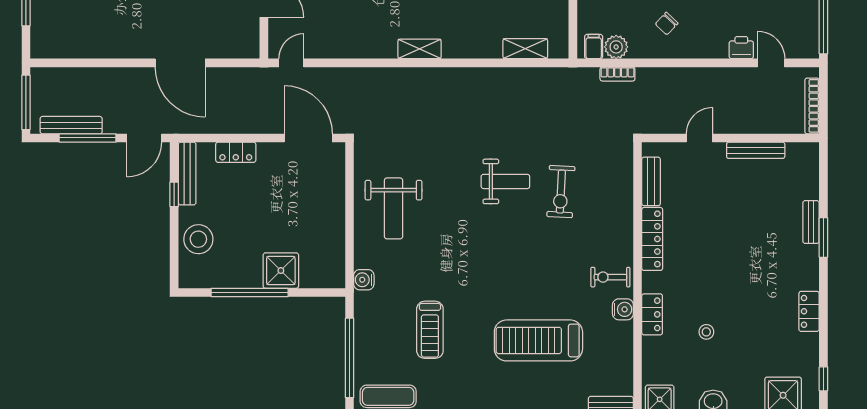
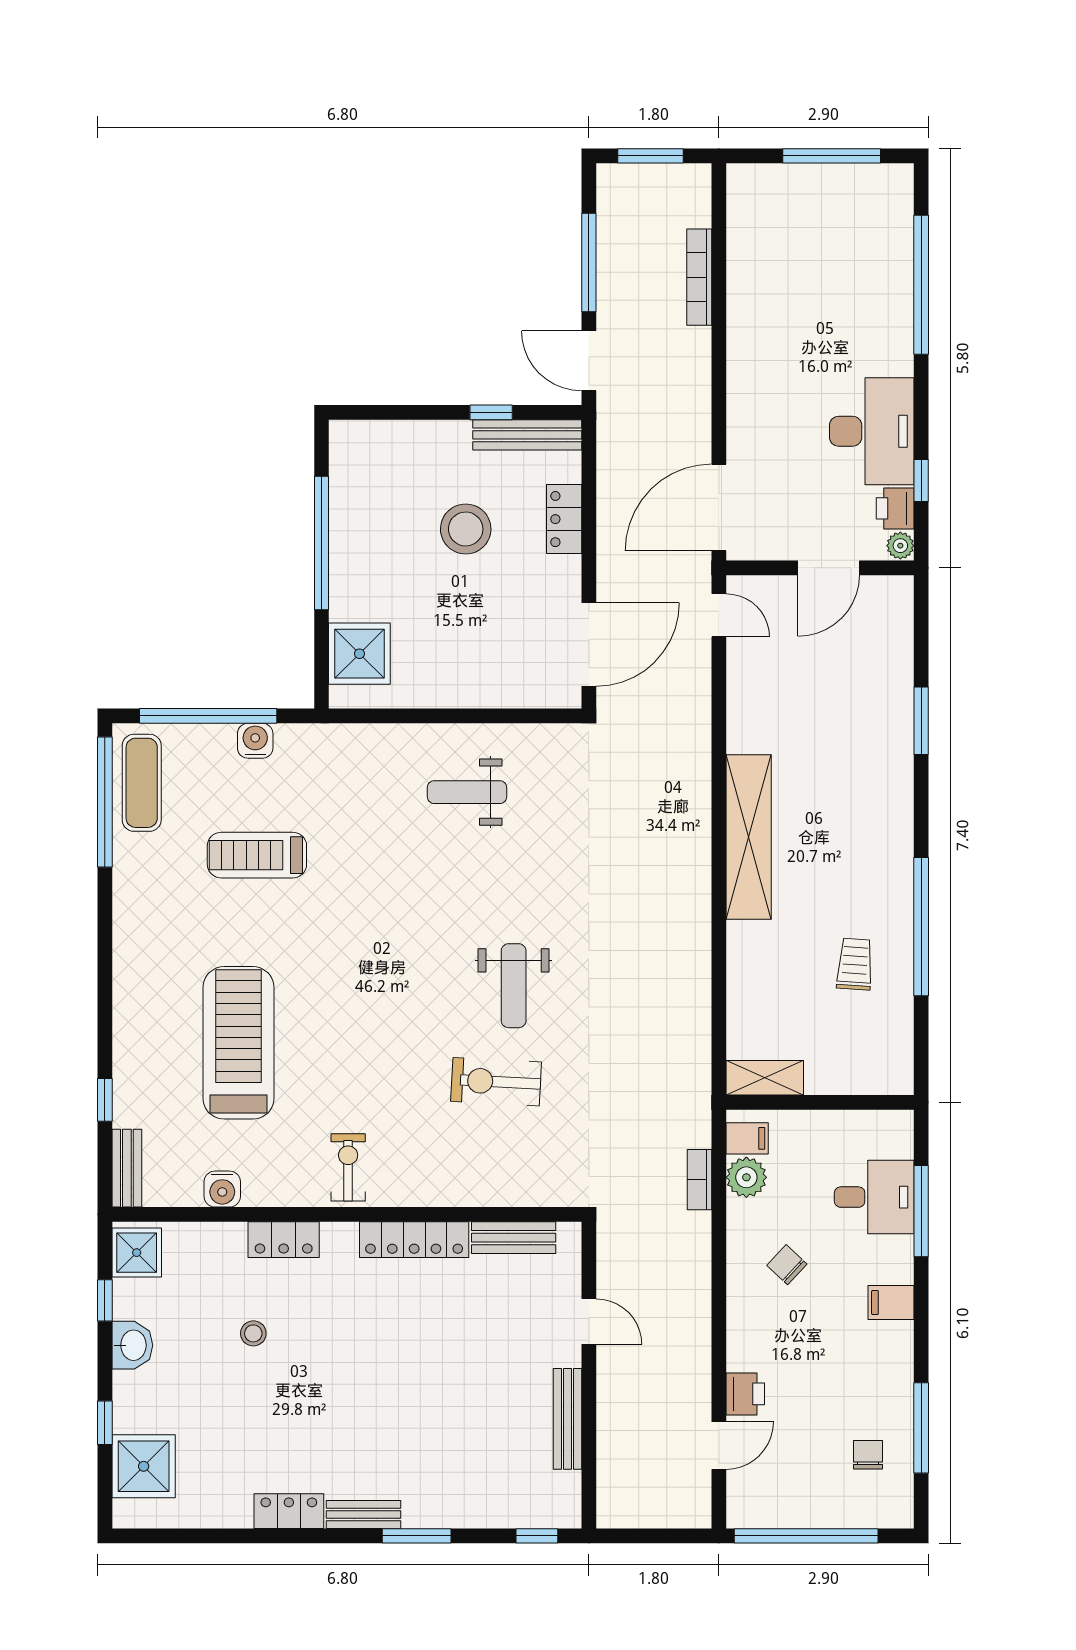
shelving: (420, 49) -> (749, 837), width x2.20, depth x1.33
shelving: (525, 49) -> (765, 1078), moved, turned 90
door: (180, 63) -> (719, 507), moved
window: (26, 102) -> (651, 156), width x0.69
bookcase: (812, 106) -> (699, 277), moved, turned -90
bench: (71, 125) -> (611, 234), removed
weight bench: (394, 208) -> (467, 792), width x0.73, depth x0.75
bench: (811, 222) -> (363, 1515), moved
stool: (198, 239) -> (466, 529), moved
shower: (281, 271) -> (359, 654), moved
water cooler: (364, 280) -> (255, 741), moved
water cooler: (623, 309) -> (222, 1189), moved
window: (823, 379) -> (537, 1536), moved

